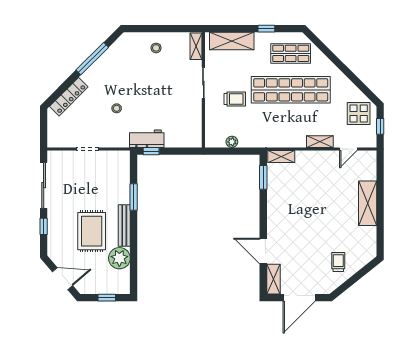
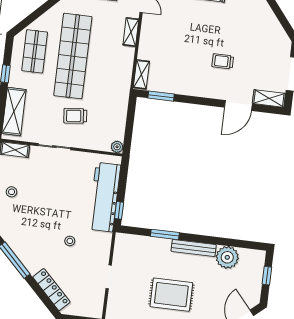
trolley: (235, 99) -> (75, 116), turned -96
workbench: (147, 139) -> (104, 197), width x1.87, depth x1.32
plant: (232, 142) -> (117, 147), moved
rug: (92, 231) -> (171, 295), moved
trolley: (338, 262) -> (223, 61), moved

